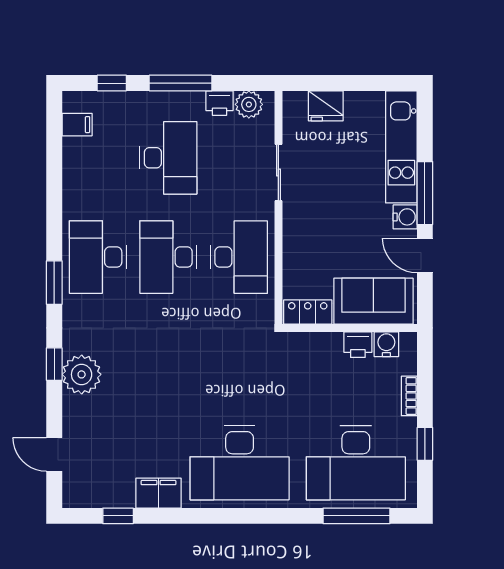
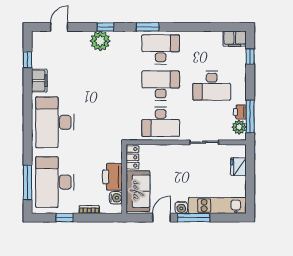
window: (181, 83) -> (250, 116), moved
filing cabinet: (77, 125) -> (235, 39), width x2.00
printer: (358, 345) -> (112, 177), width x1.87, depth x1.48

